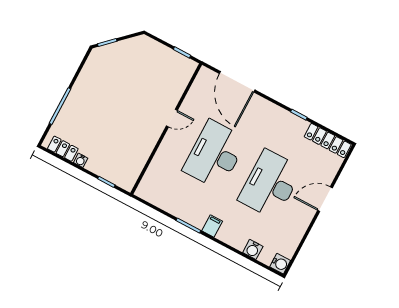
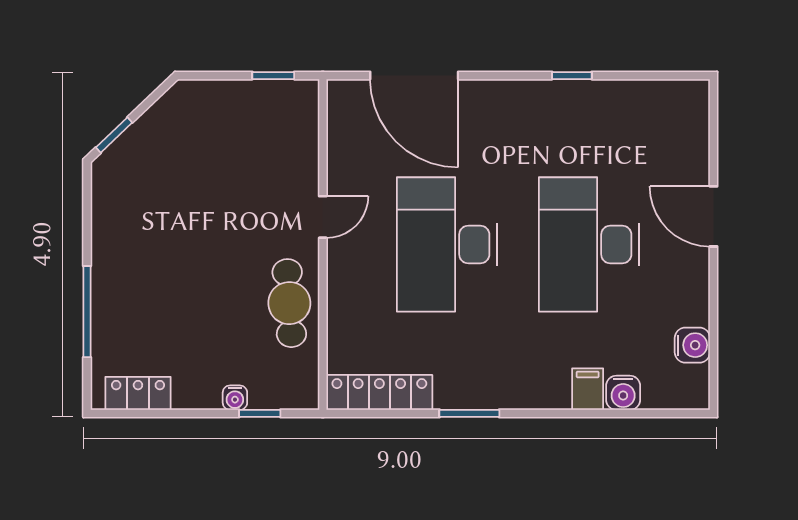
locker: (328, 141) -> (379, 392), moved, turned 180
cafe table: (141, 145) -> (289, 303), added
water cooler: (81, 160) -> (235, 398), moved
door: (325, 199) -> (713, 216), hinge flipped
filing cabinet: (212, 226) -> (588, 389), moved
water cooler: (280, 264) -> (692, 345), moved

